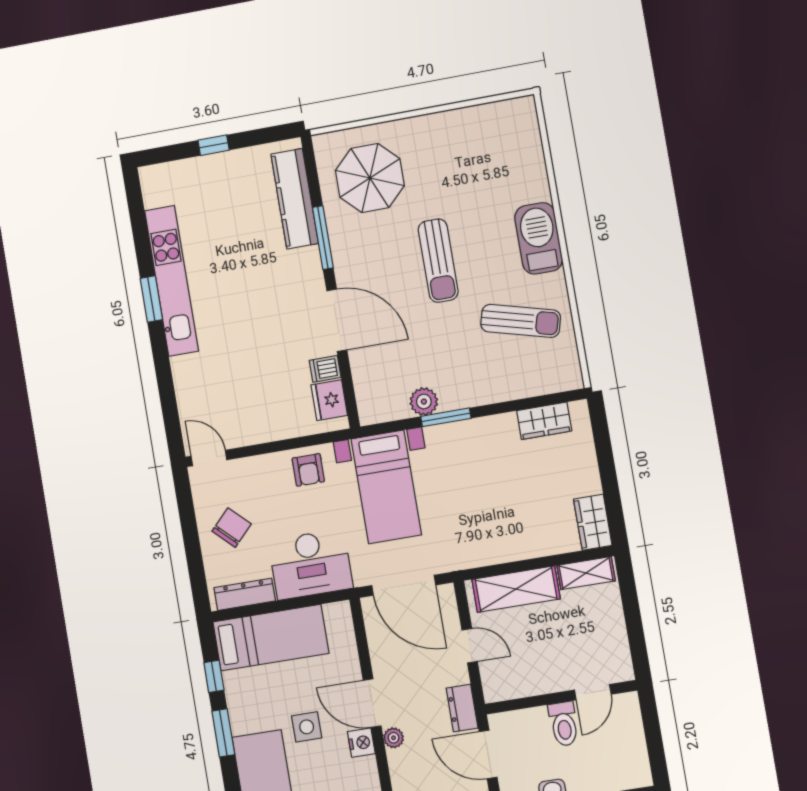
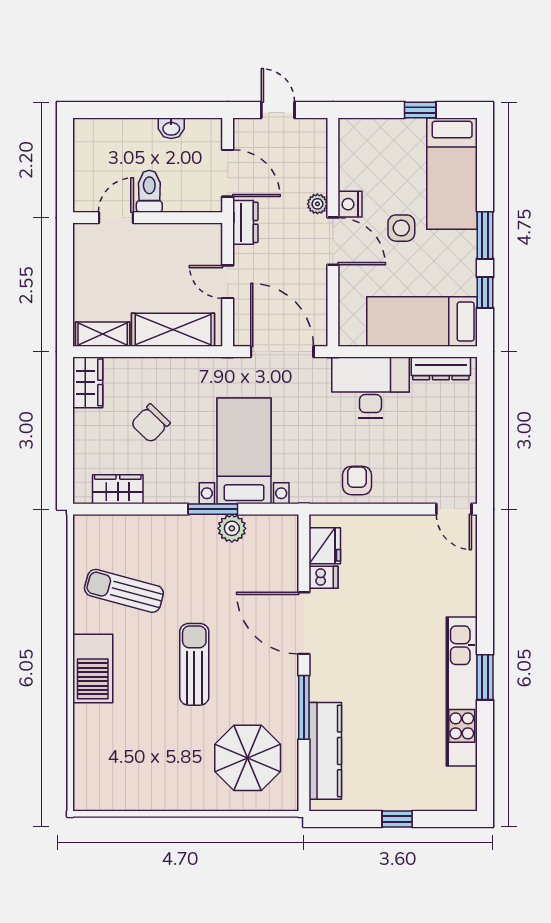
bed with nightstands: (386, 487) -> (244, 451), moved
chair: (232, 528) -> (151, 423), moved

